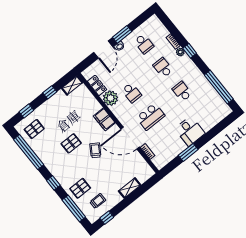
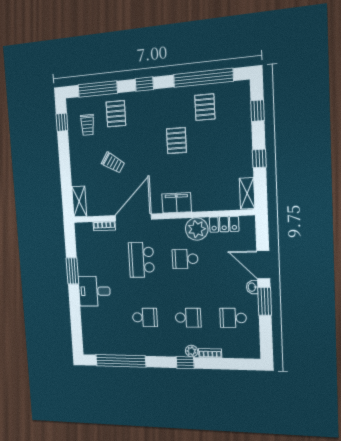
pallet: (34, 129) -> (205, 107), moved
trolley: (95, 150) -> (113, 163), moved
shelving: (130, 188) -> (79, 201), moved

